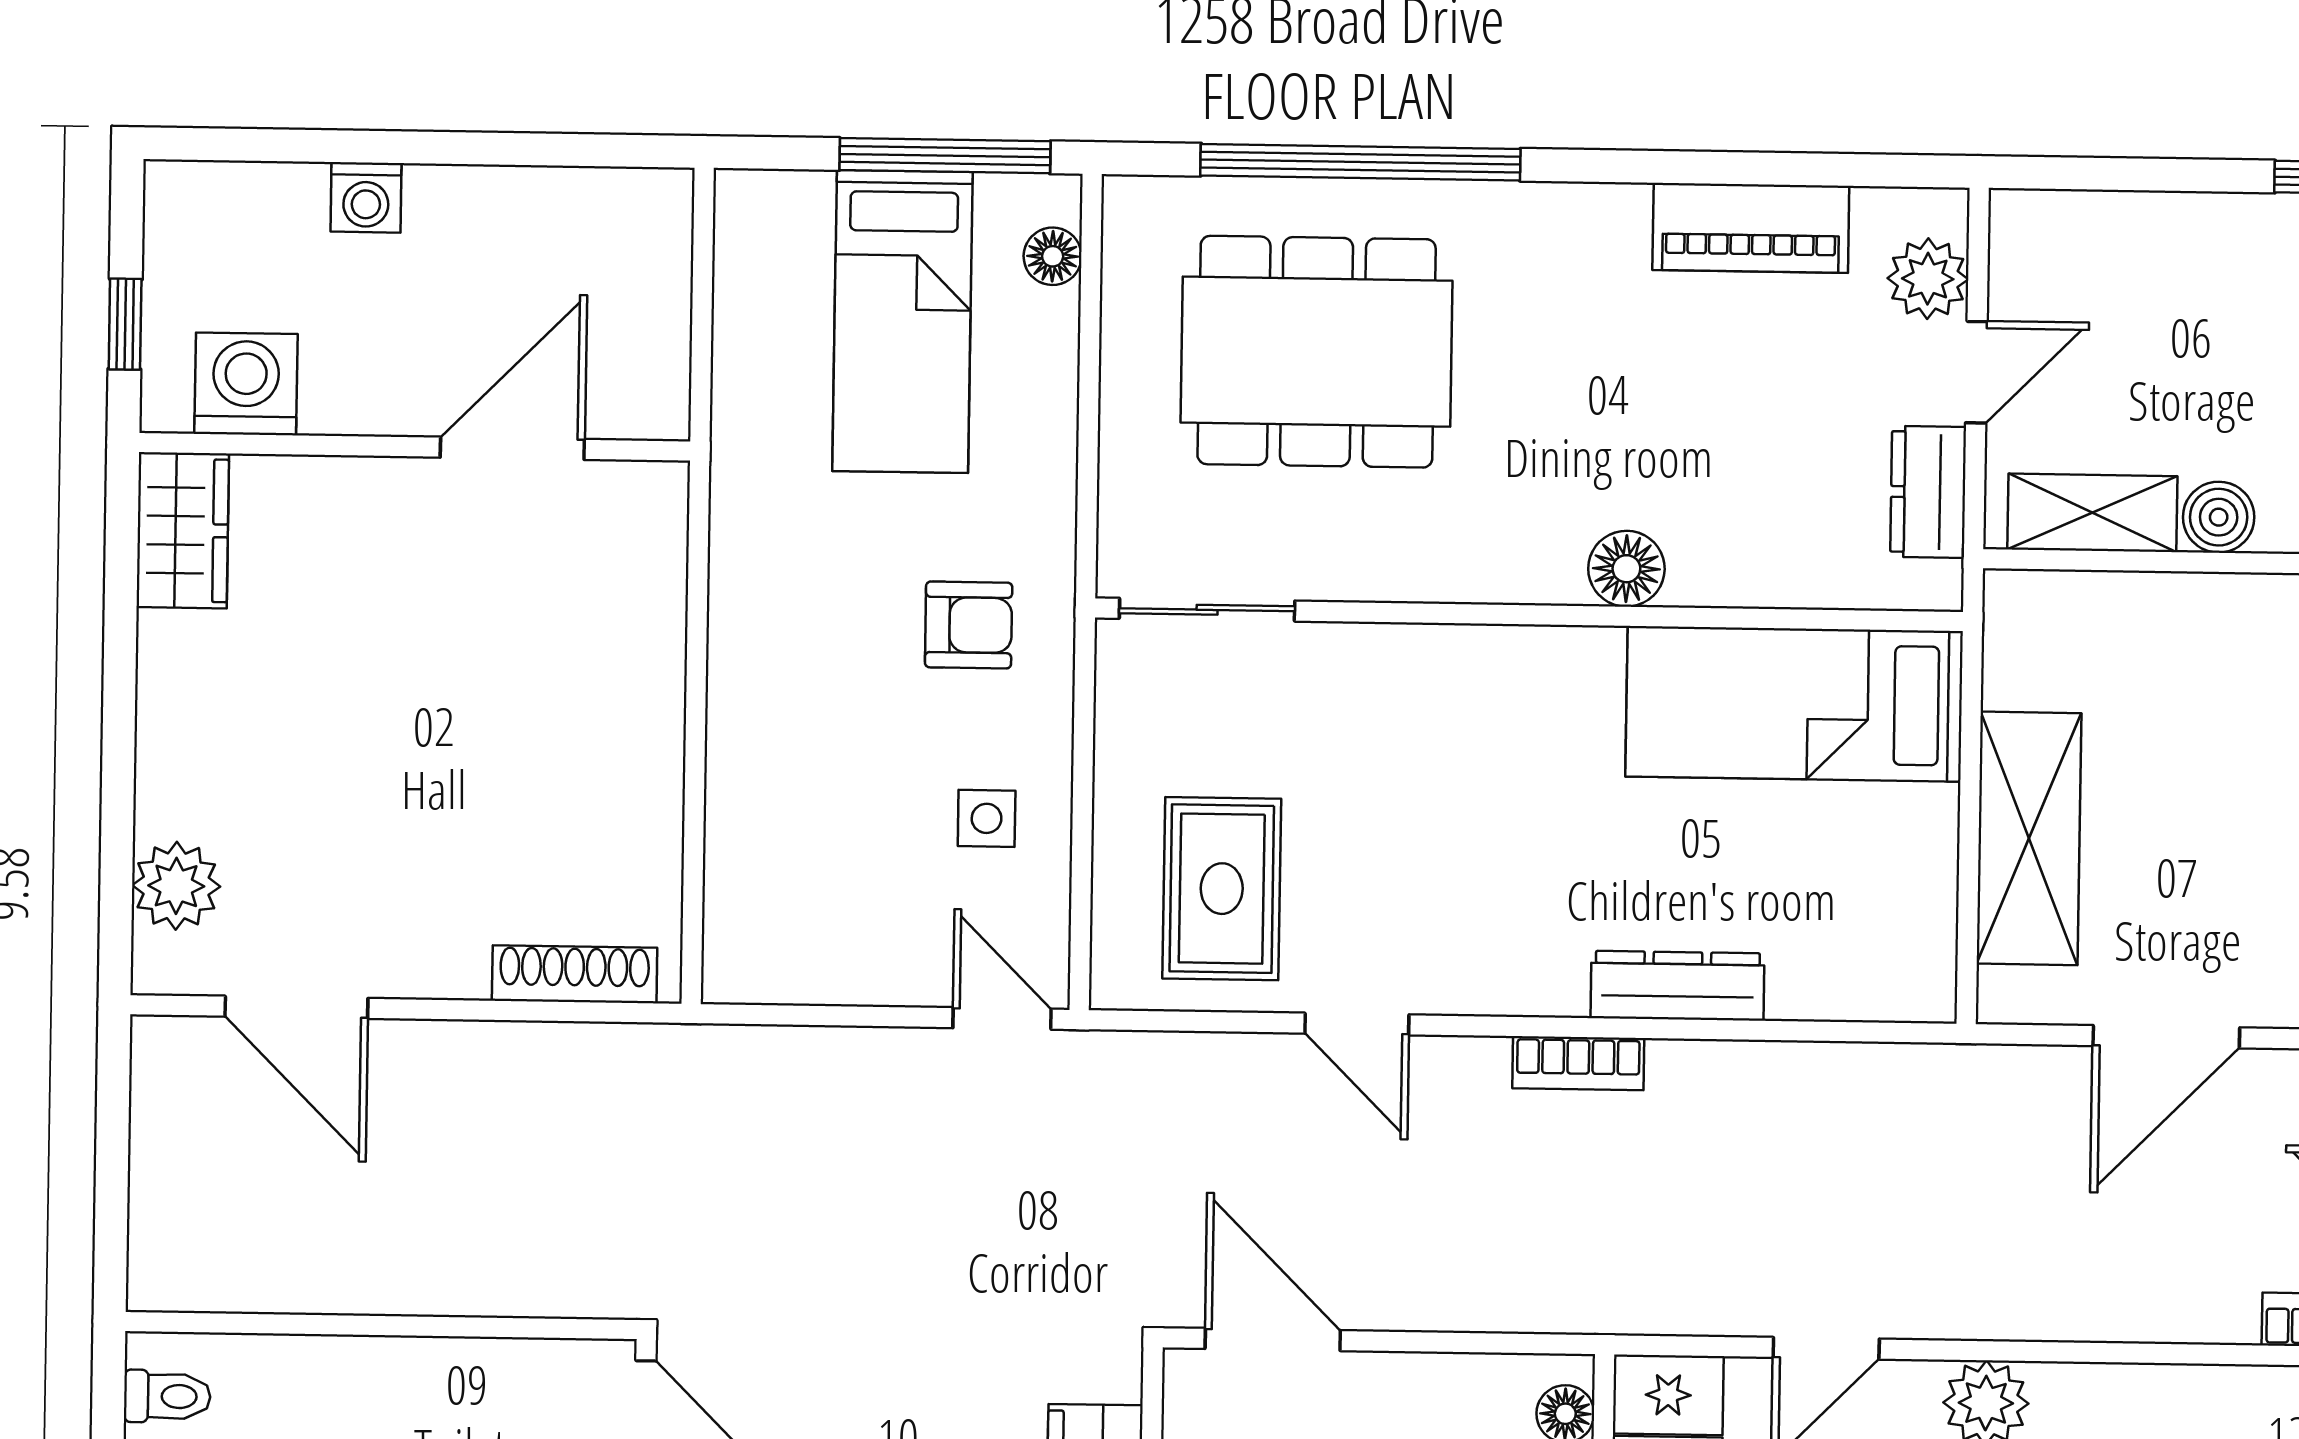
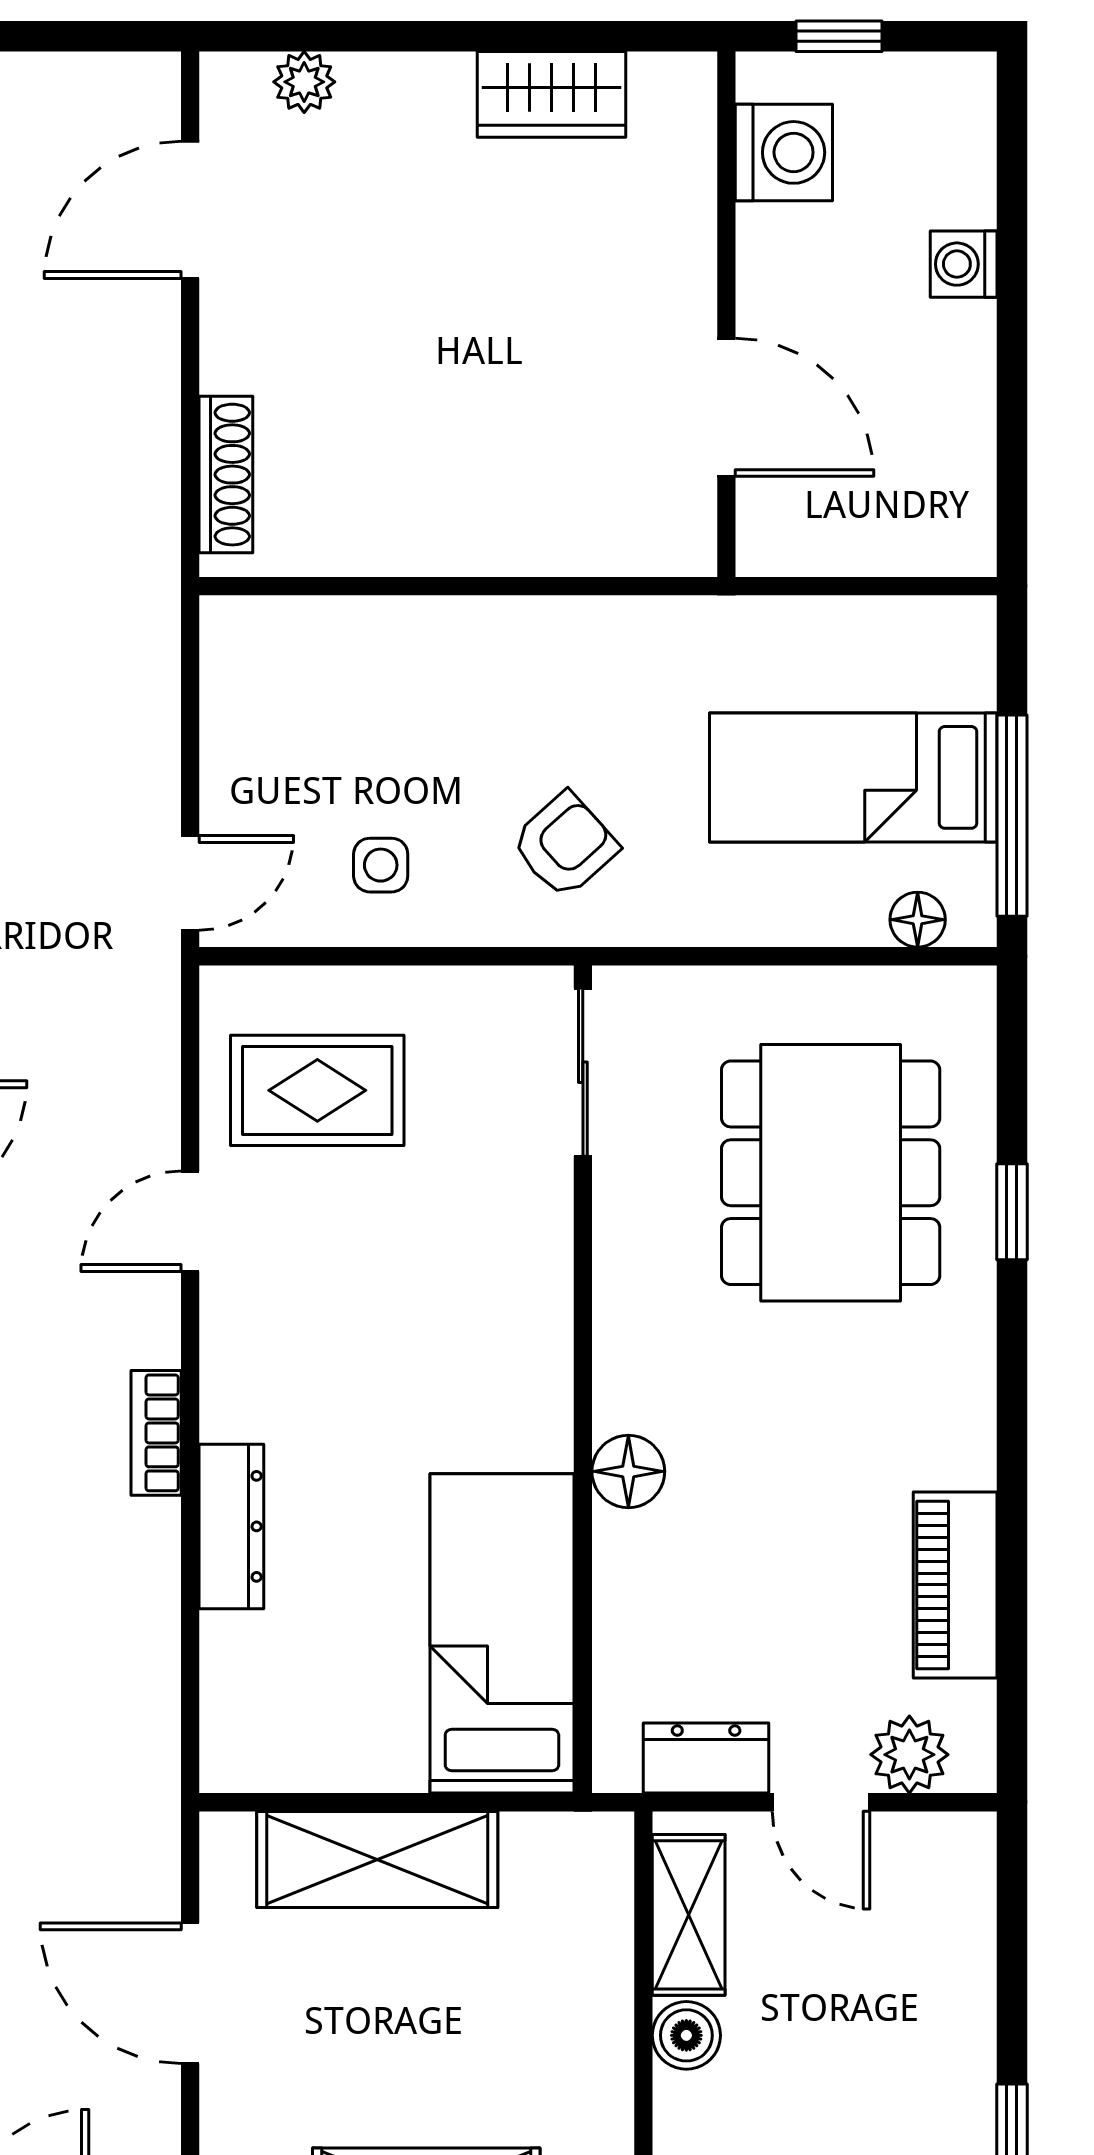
window: (1360, 162) -> (1012, 1212), width x0.32
wardrobe: (183, 530) -> (552, 94), moved
armchair: (969, 625) -> (565, 845), turned -132
plant: (176, 886) -> (304, 82), width x0.73, depth x0.73

